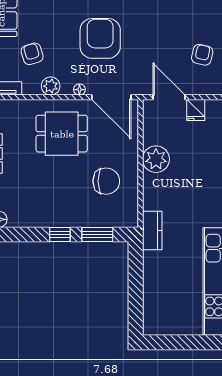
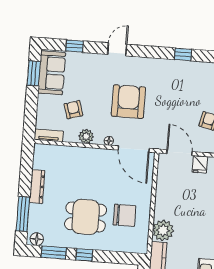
dining table: (62, 134) -> (86, 217), moved
plant: (156, 159) -> (163, 230), moved
window: (97, 235) -> (54, 253), moved

